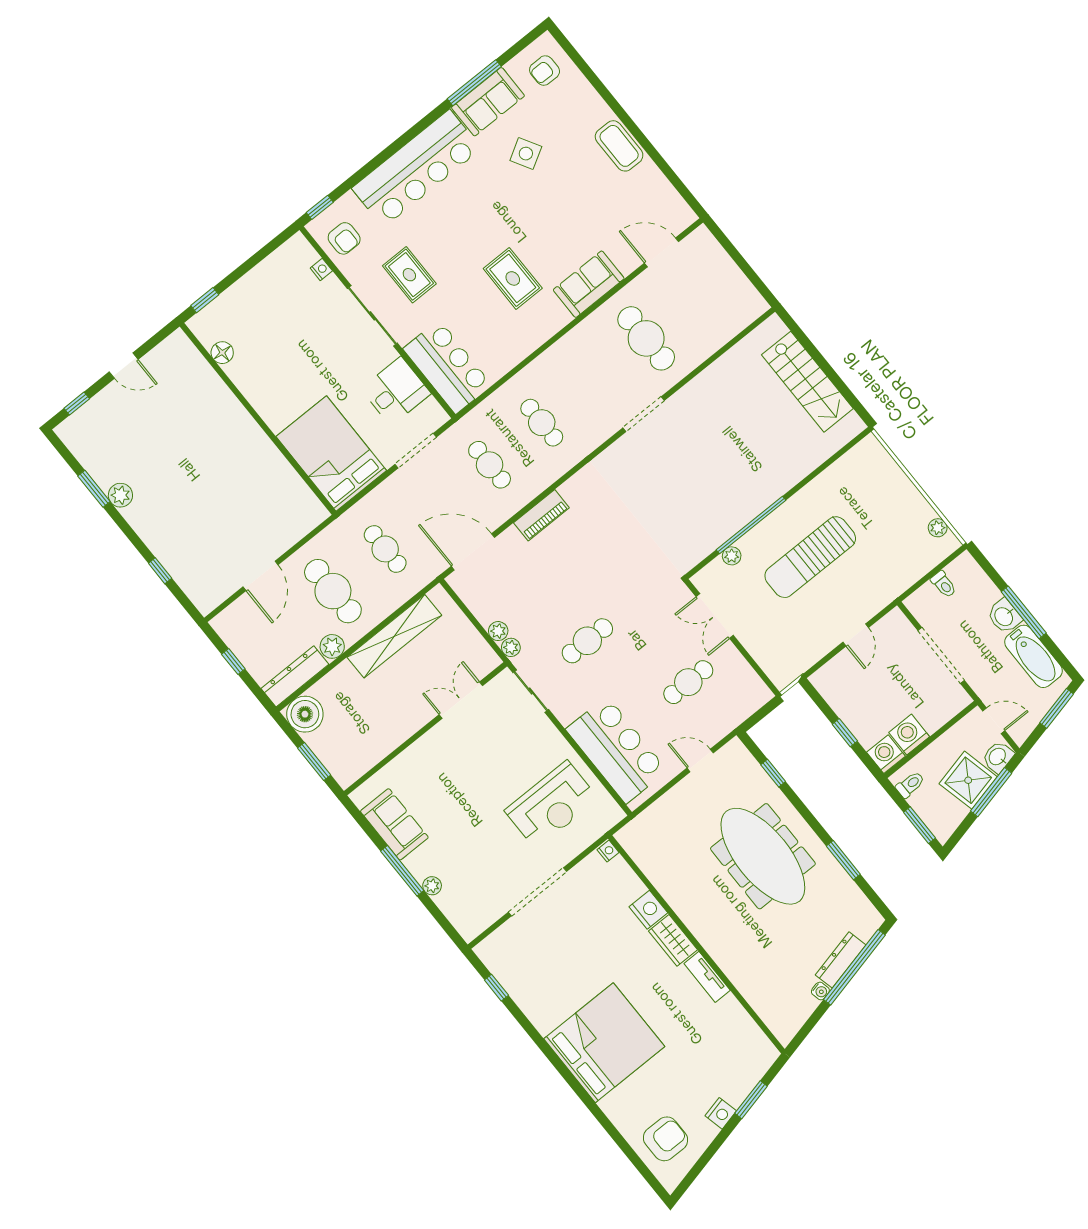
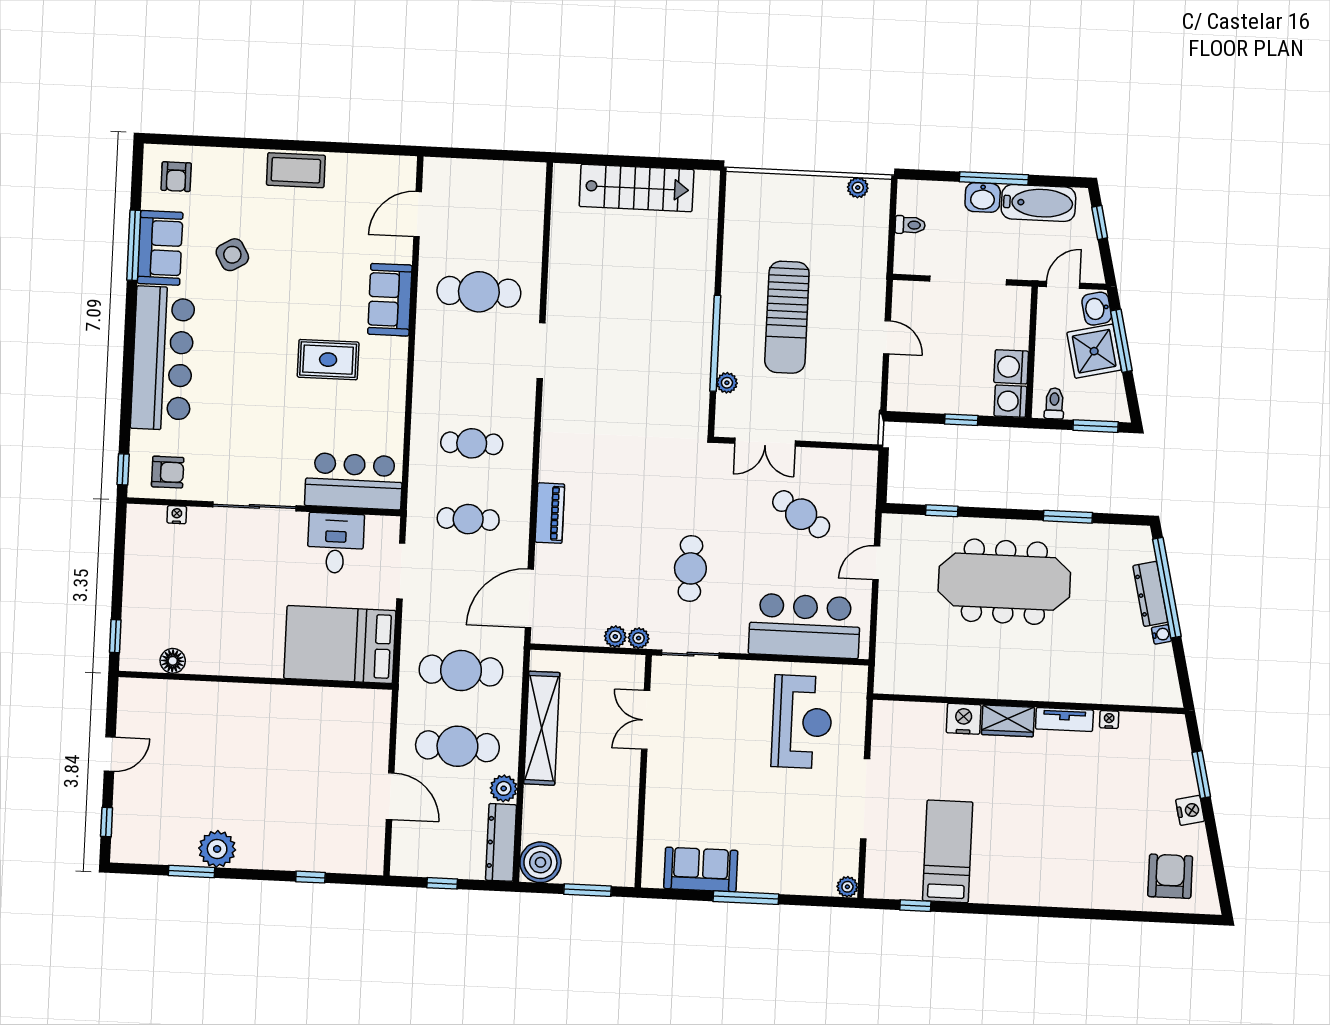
rug: (409, 275) -> (247, 444), removed
plant: (120, 495) -> (217, 849), width x1.36, depth x1.36
cafe table: (385, 549) -> (461, 671), width x1.37, depth x1.35
cafe table: (688, 682) -> (801, 514), turned -57
window: (1057, 708) -> (1100, 223), width x0.67
nightstand: (608, 851) -> (1109, 719), moved
plant: (432, 886) -> (847, 887), moved
bed: (604, 1043) -> (948, 851), moved, width x0.49

